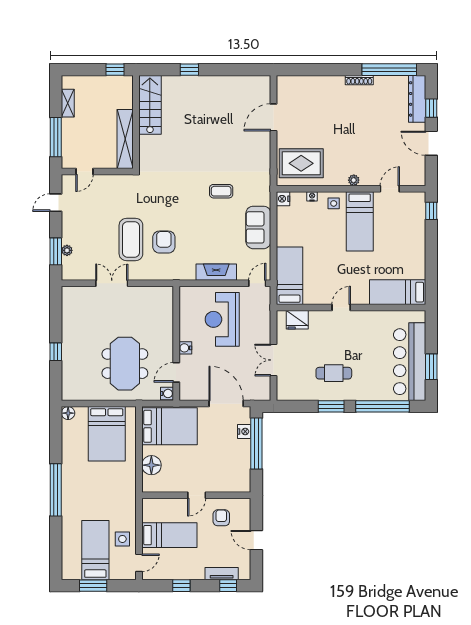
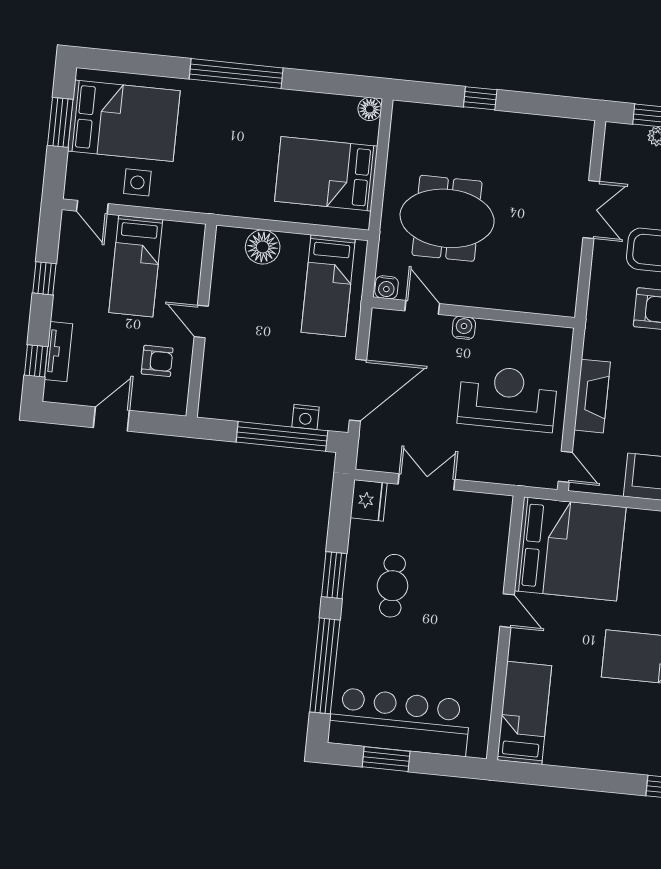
bed: (289, 276) -> (570, 549), width x2.04
fridge: (297, 320) -> (369, 500), moved, turned 180
bed: (169, 426) -> (328, 286), width x0.67
bed: (95, 550) -> (124, 121), width x1.50

